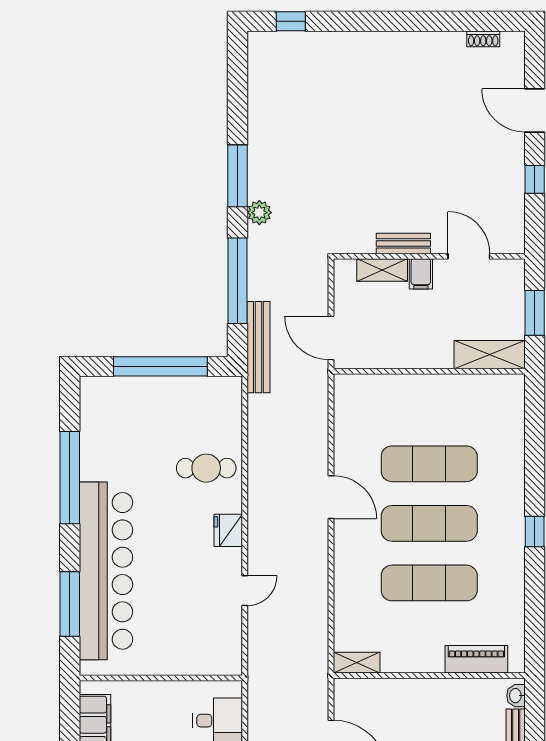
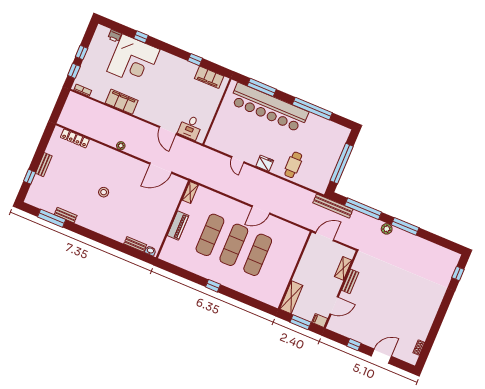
filing cabinet: (421, 274) -> (320, 320), moved
piano: (476, 659) -> (178, 225), moved

